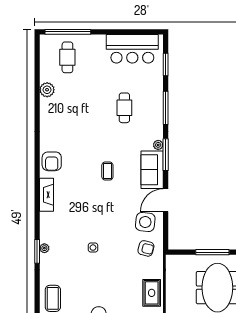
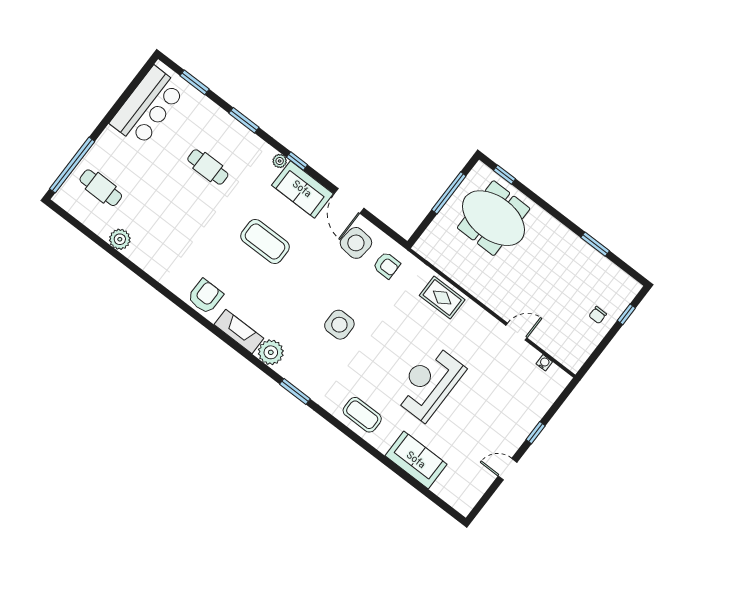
window: (166, 108) -> (244, 120), width x0.69
window: (166, 155) -> (297, 161), width x0.46
armchair: (52, 161) -> (205, 296), turned -90
coffee table: (107, 171) -> (265, 241), width x1.86, depth x1.72
plant: (44, 248) -> (271, 352), moved, width x1.88, depth x1.88
side table: (93, 248) -> (339, 325), width x1.87, depth x1.87
armchair: (146, 248) -> (387, 265), turned 76

